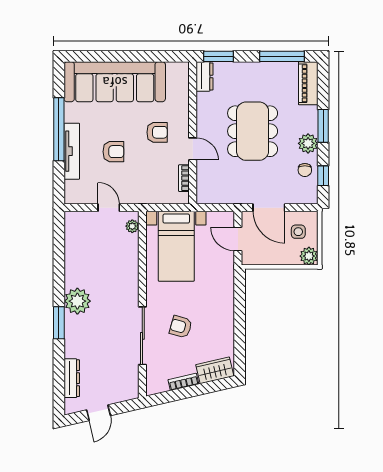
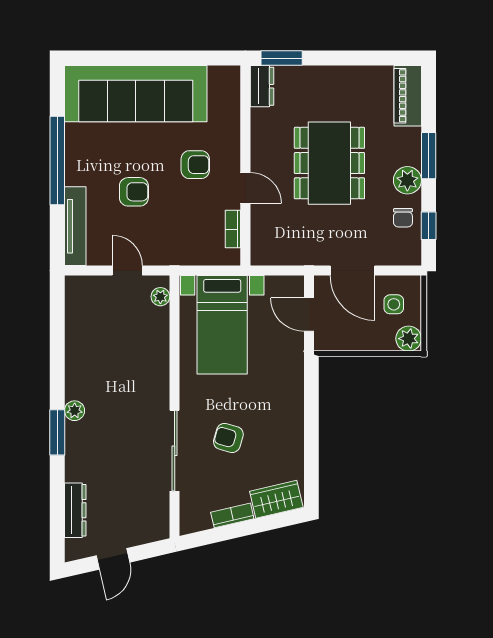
window: (282, 56) -> (371, 58), removed
tv unit: (72, 151) -> (75, 226), moved
plant: (77, 301) -> (75, 411), width x0.53, depth x0.53

